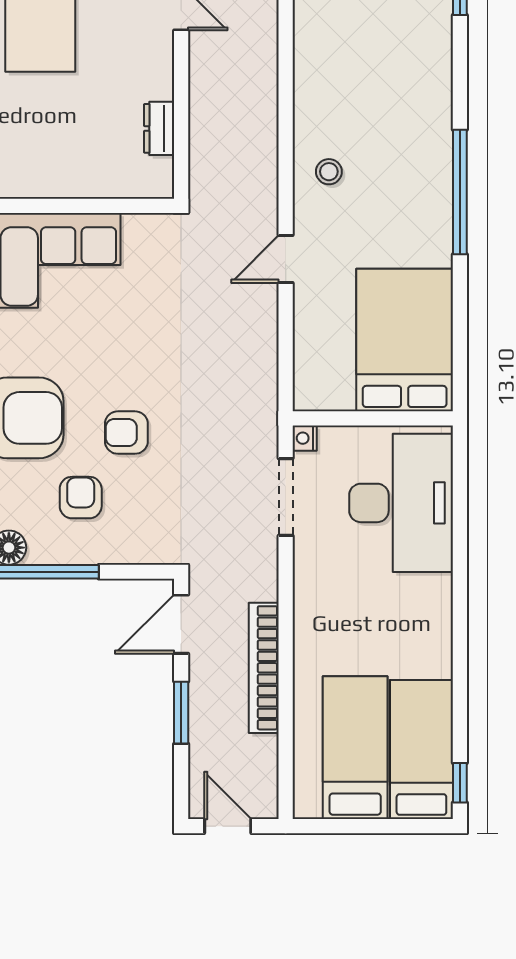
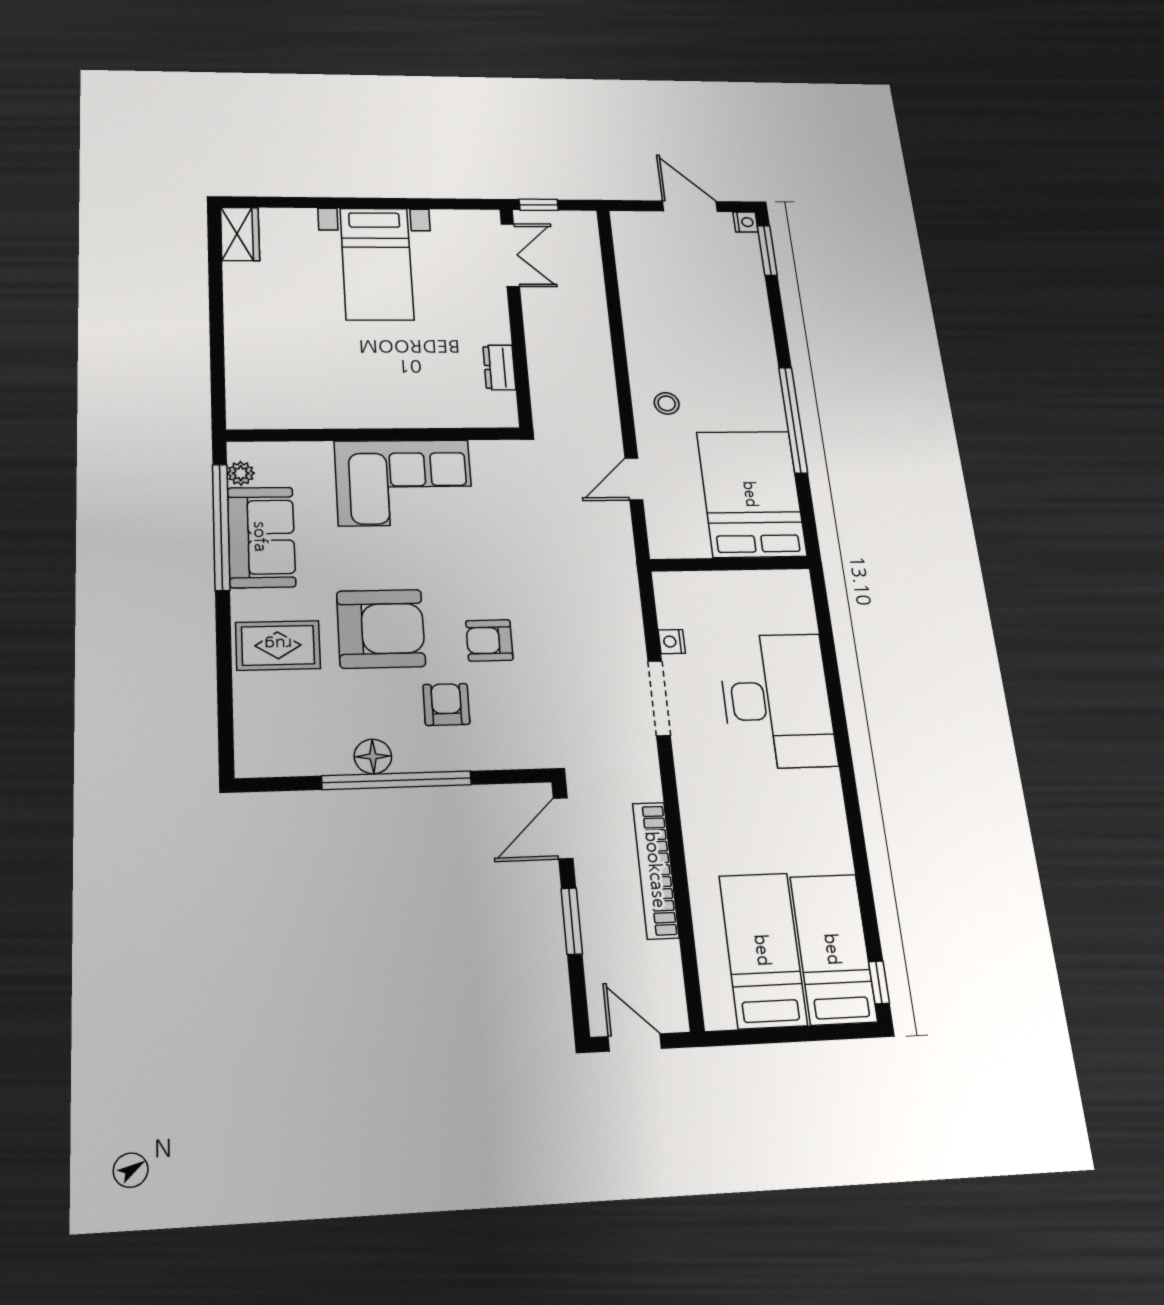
bed: (405, 340) -> (751, 494), moved
wall: (373, 418) -> (730, 564), moved

